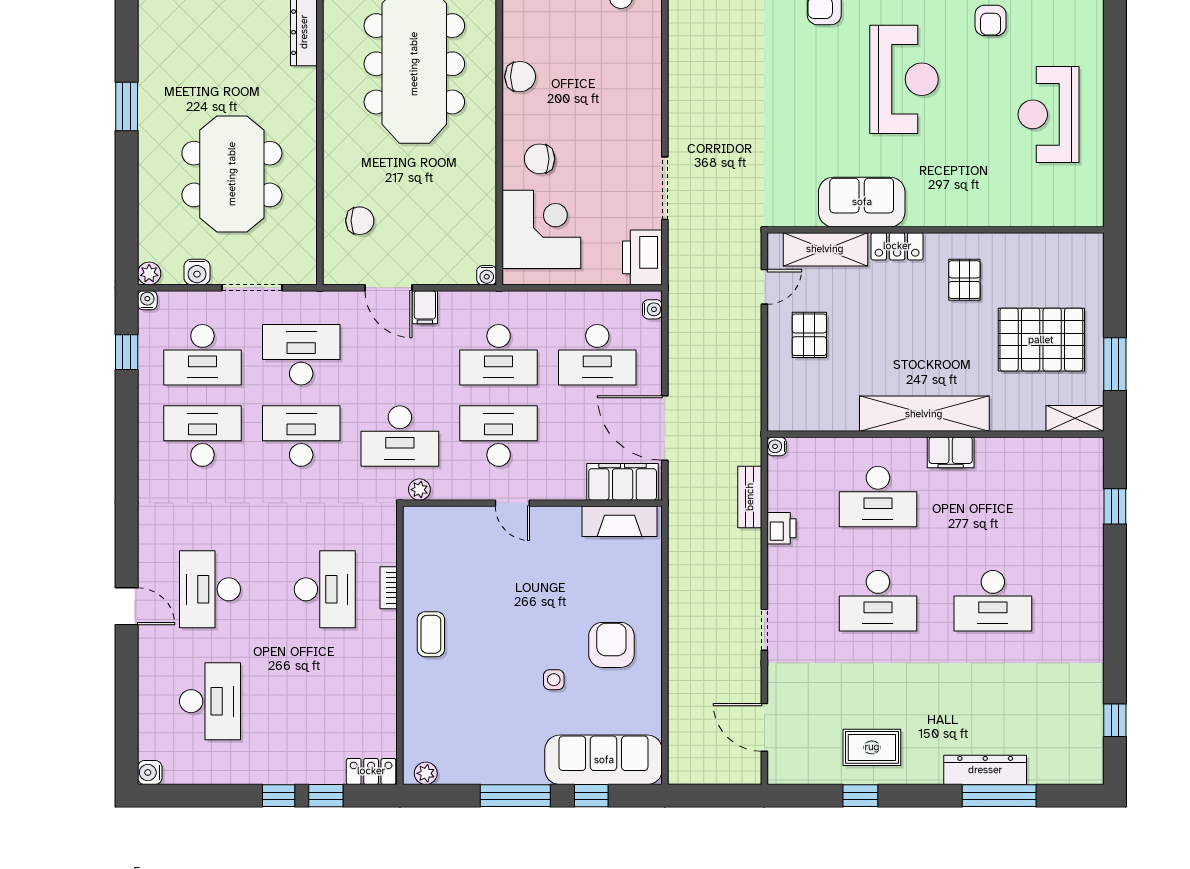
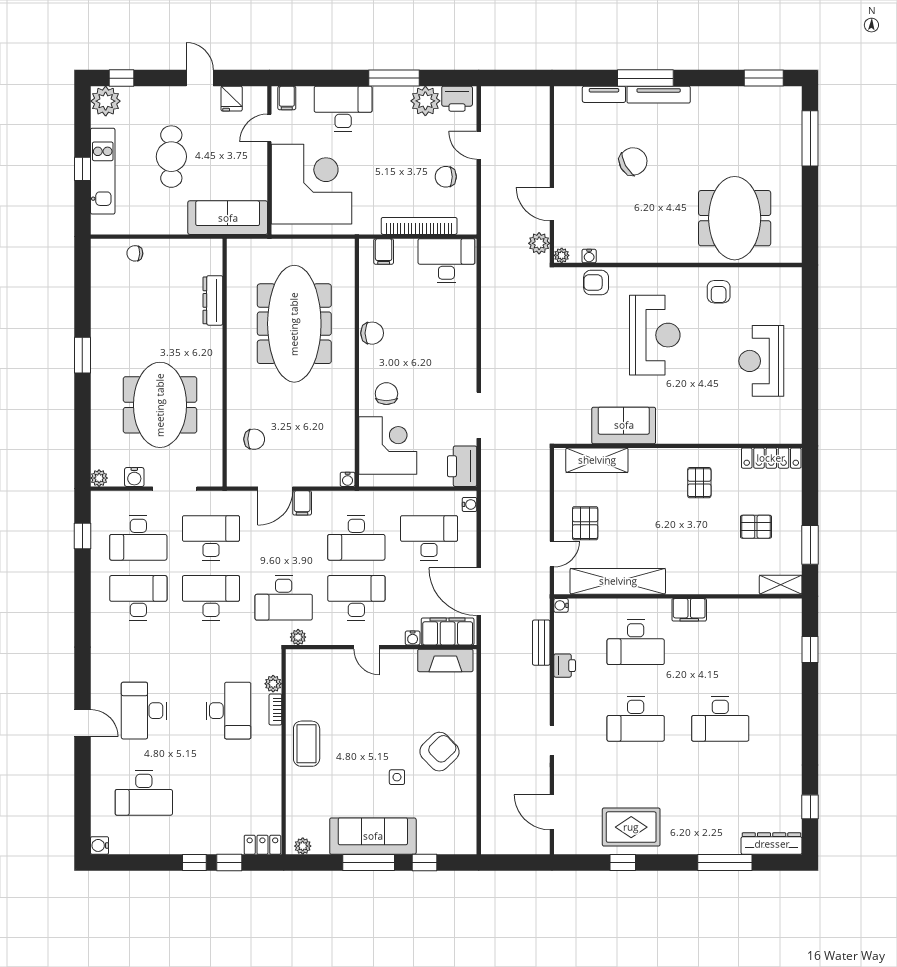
chair: (540, 159) -> (386, 394), turned 90
locker: (897, 246) -> (771, 458), moved, width x1.53
door: (764, 287) -> (552, 554), moved
door: (389, 288) -> (275, 489), hinge flipped
water cooler: (147, 300) -> (413, 638), moved, turned 180
pallet: (1041, 340) -> (756, 527), width x0.49, depth x0.50
desk: (597, 355) -> (429, 538), turned 180
shelving: (924, 414) -> (618, 581), moved
plant: (386, 553) -> (273, 684), added
coffee table: (431, 634) -> (307, 744), width x1.36, depth x1.30
armchair: (611, 645) -> (439, 752), turned 46
desk: (210, 701) -> (144, 793), turned 90
rug: (872, 747) -> (631, 827), width x1.36, depth x1.43
sofa: (604, 760) -> (373, 836), moved
dresser: (985, 770) -> (772, 844), moved

